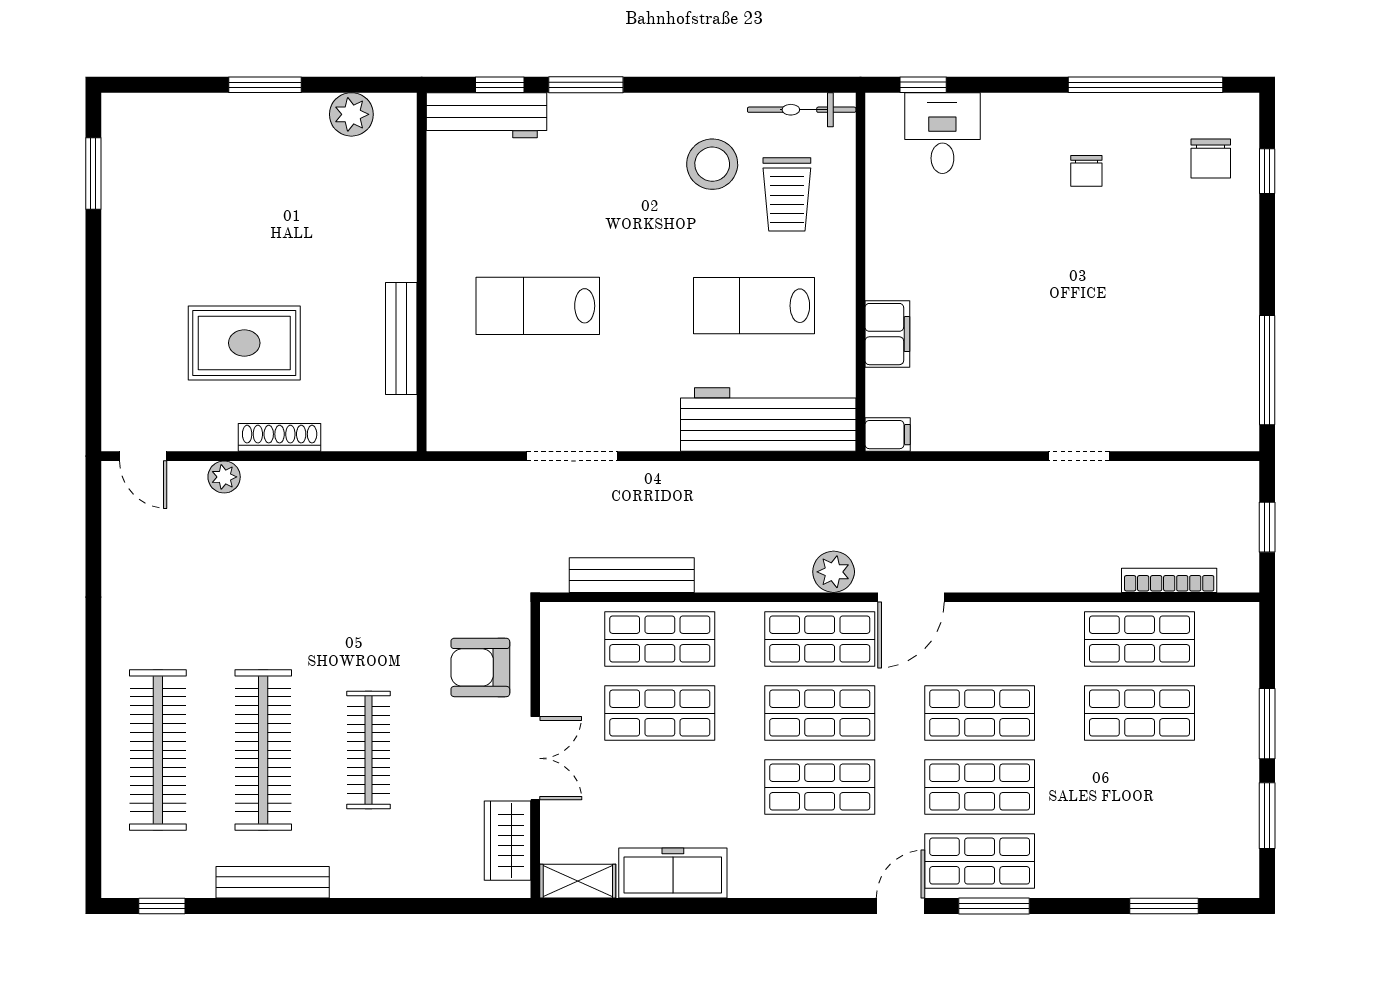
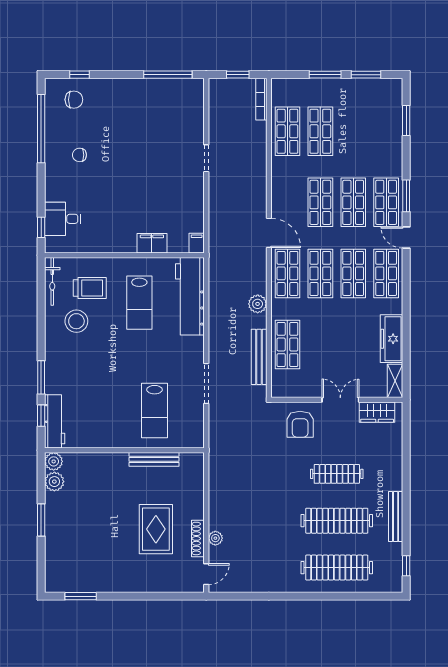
plant: (397, 113) -> (54, 461), added
chair: (1086, 171) -> (79, 155), turned 180
lab bench: (538, 306) -> (155, 410), moved
shoe rack: (280, 437) -> (198, 538), moved
plant: (834, 572) -> (258, 304), moved
bookcase: (1169, 580) -> (261, 99), moved
shop shelf: (660, 713) -> (386, 273), moved

